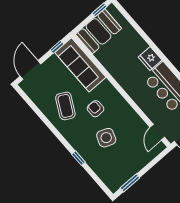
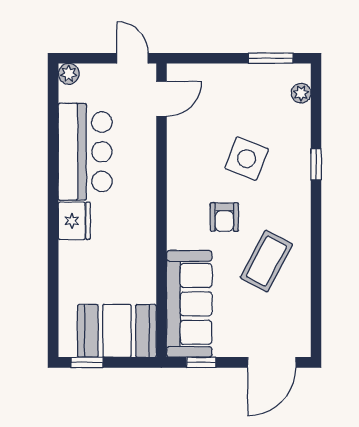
plant: (107, 180) -> (301, 93), added

